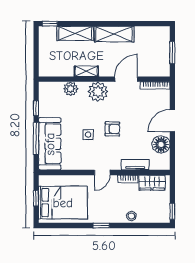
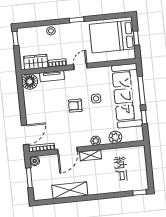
shelving: (75, 33) -> (116, 186), removed
shelving: (114, 34) -> (70, 190), moved
shelving: (86, 71) -> (90, 155), moved
boiler: (164, 71) -> (35, 161), added
plant: (98, 92) -> (96, 141), width x0.53, depth x0.53
door: (172, 121) -> (25, 135), moved
sofa: (50, 144) -> (127, 96), width x1.36, depth x1.27
floor lamp: (161, 144) -> (30, 82), moved

